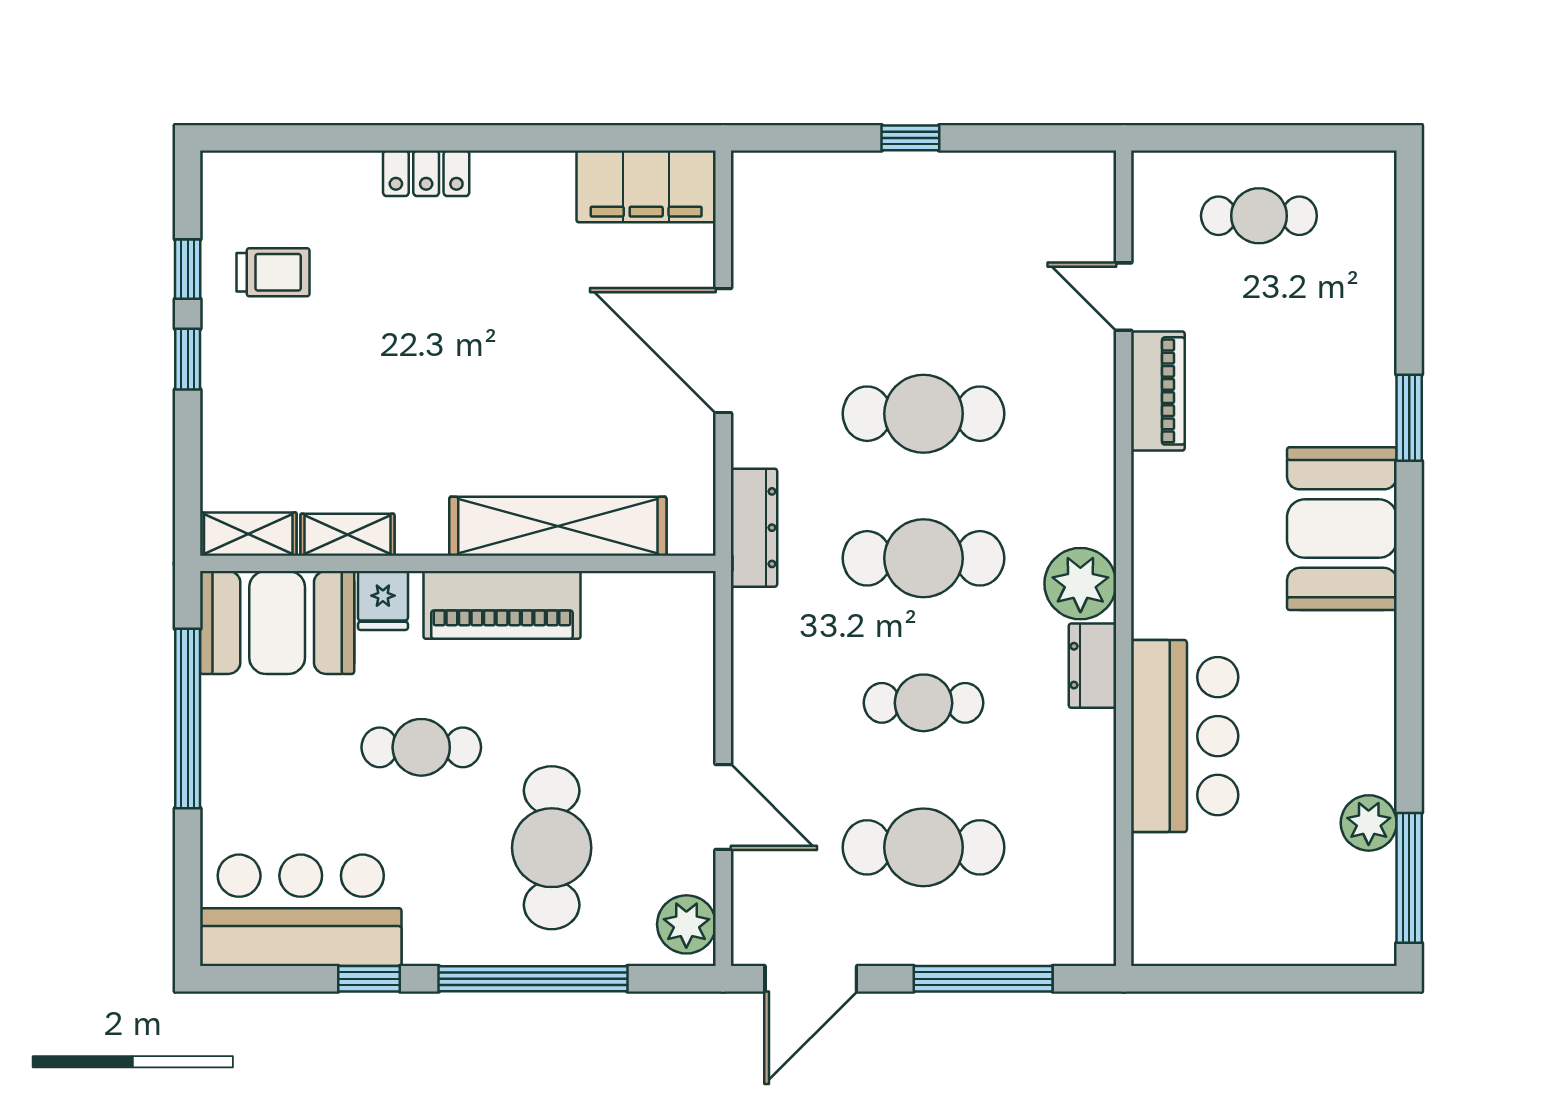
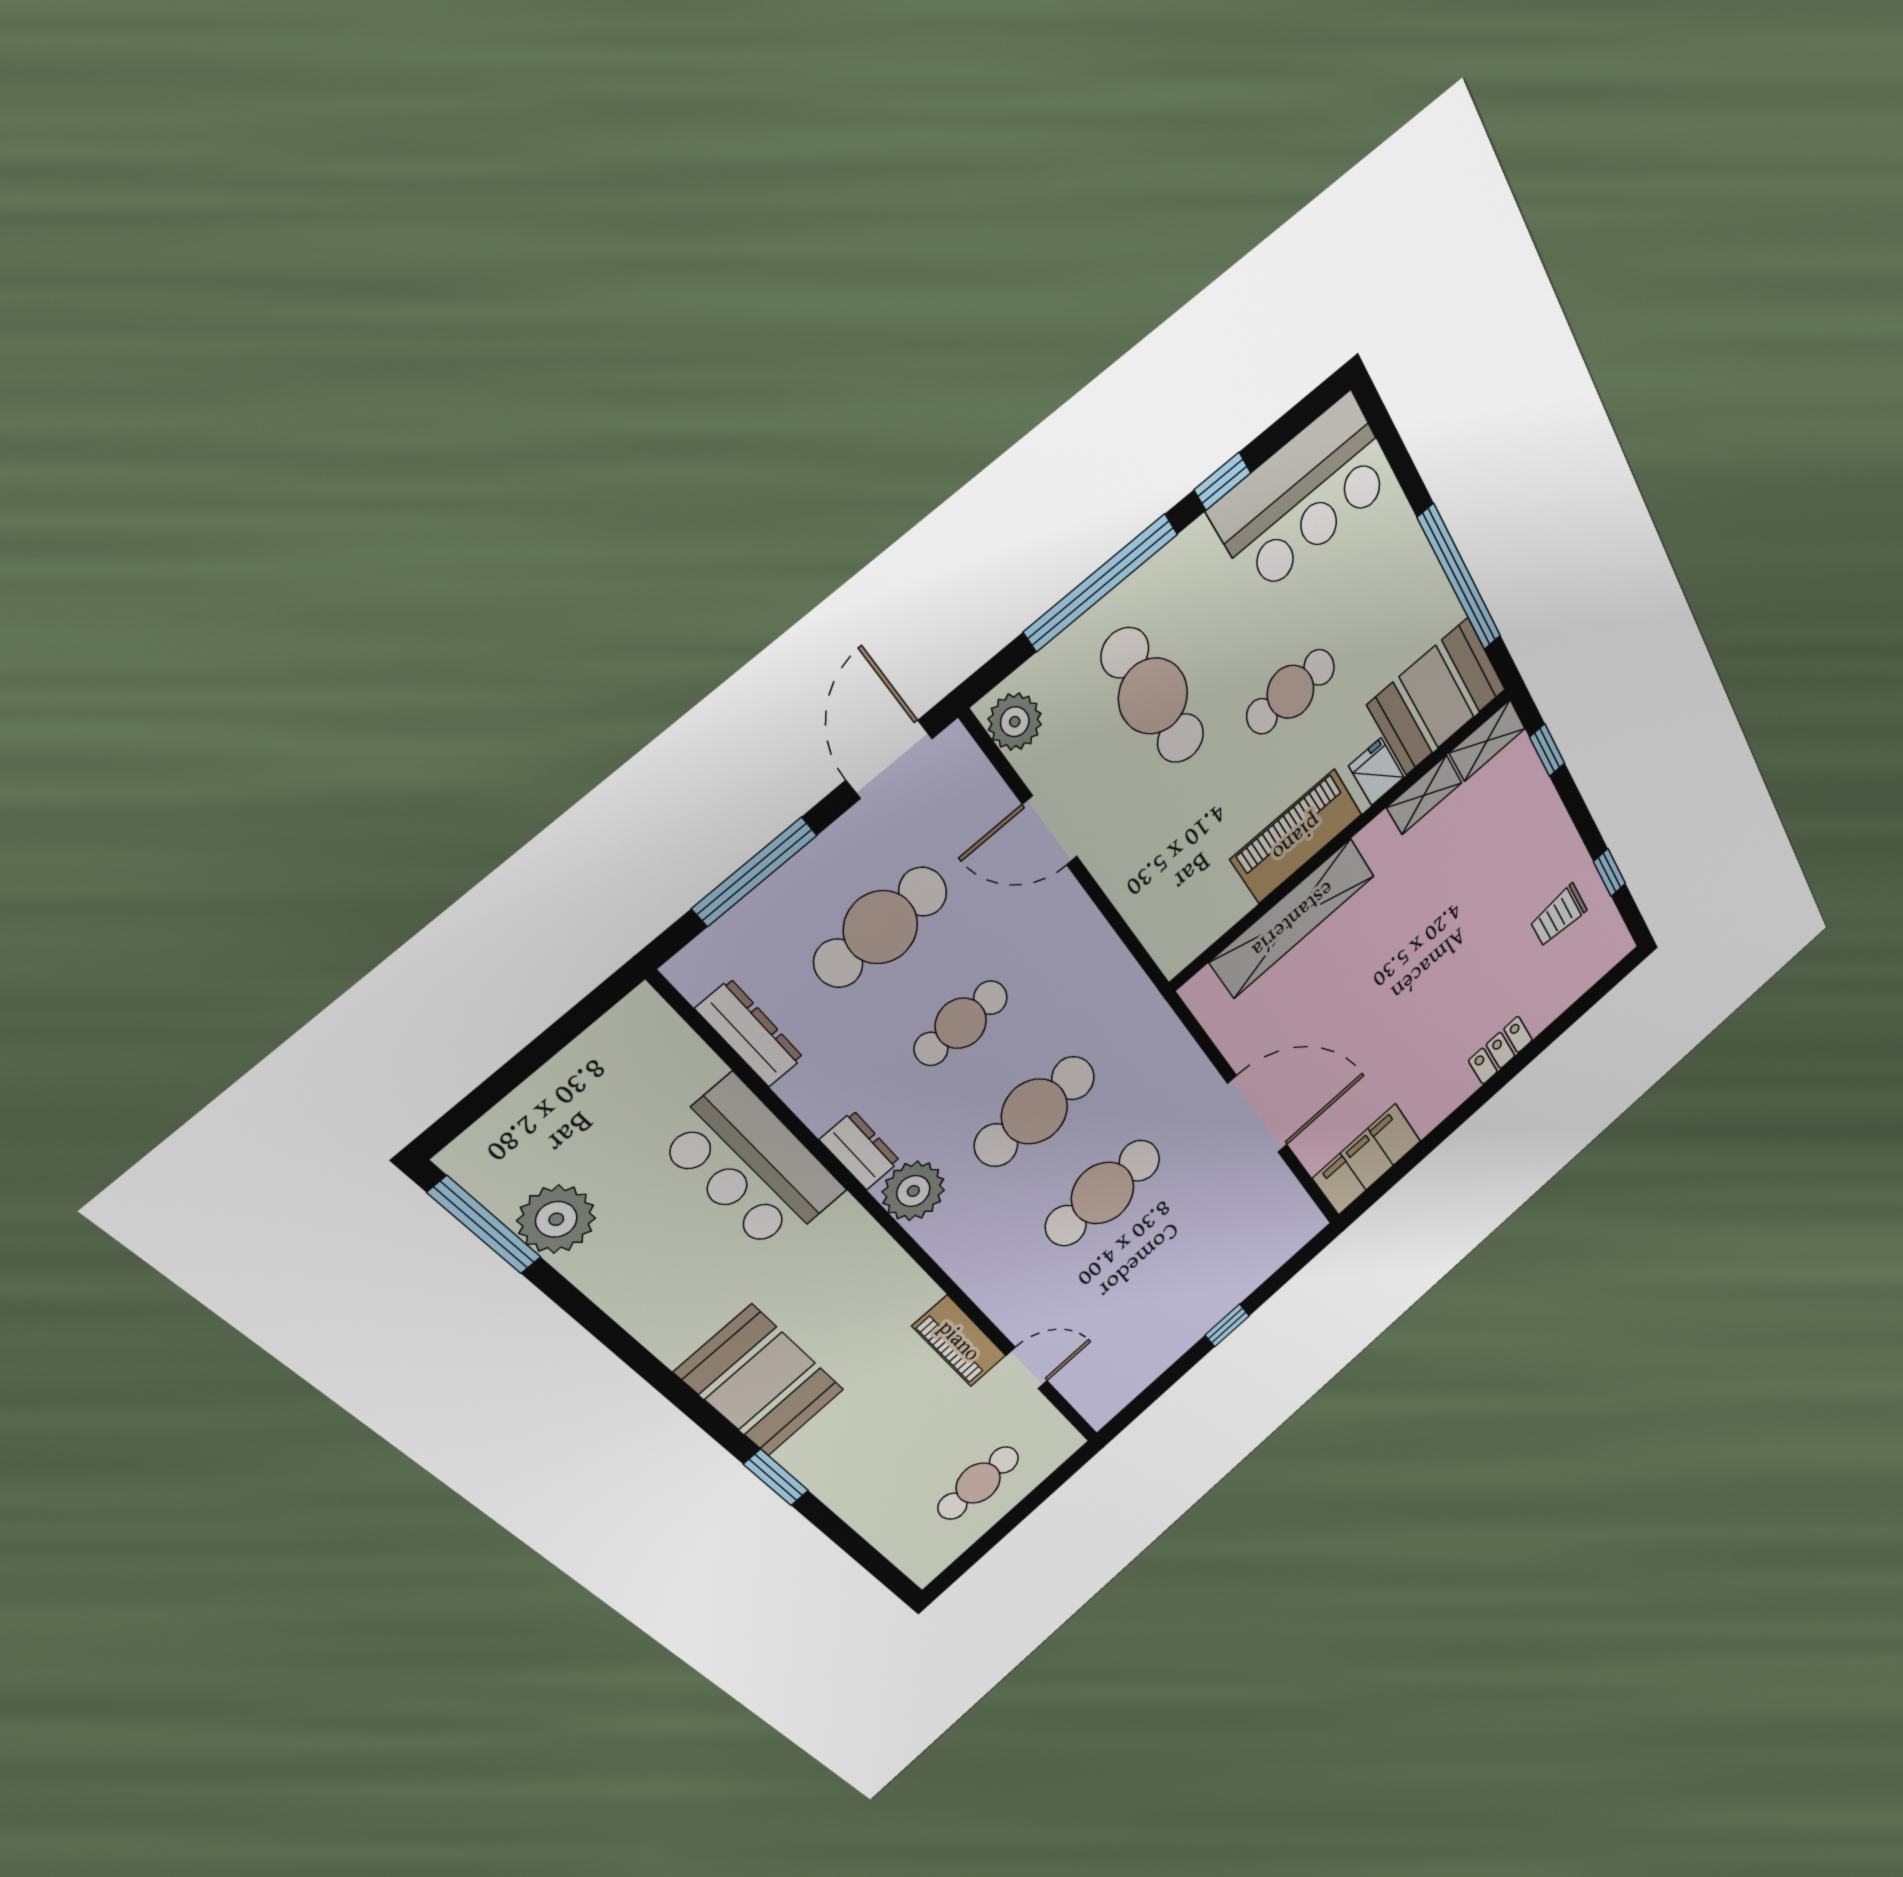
window: (188, 359) -> (1547, 750), moved
dresser: (754, 528) -> (750, 1033), moved, turned 180
plant: (1369, 823) -> (556, 1219), width x1.36, depth x1.36

